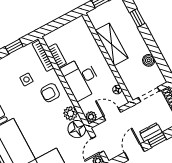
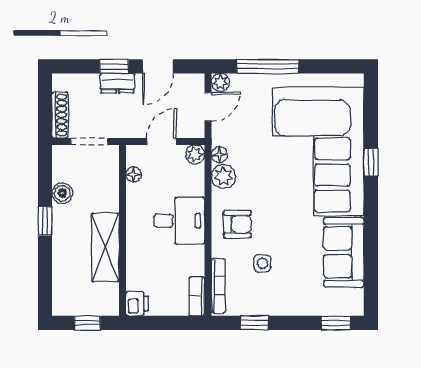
window: (137, 18) -> (45, 221), moved
printer: (80, 24) -> (137, 304), added
bookcase: (57, 56) -> (197, 296), moved
desk: (81, 78) -> (179, 221), width x0.73
door: (112, 114) -> (161, 142), swing flipped
floor lamp: (77, 129) -> (219, 155), width x0.53, depth x0.53

